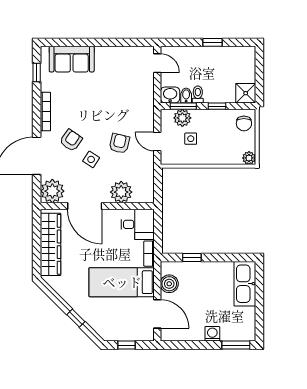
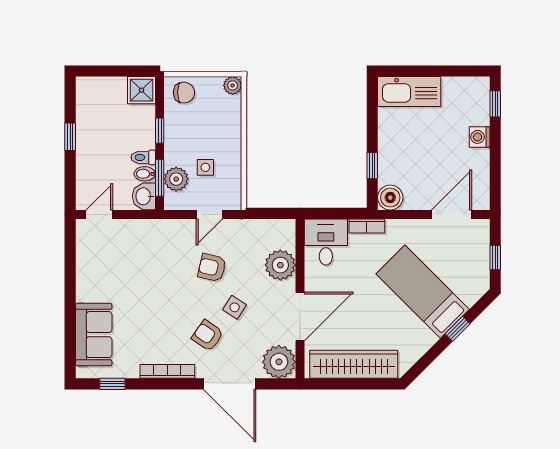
bed: (122, 282) -> (423, 292), moved, turned 135
boiler: (169, 284) -> (390, 198), moved
window: (236, 345) -> (495, 104), width x0.67

